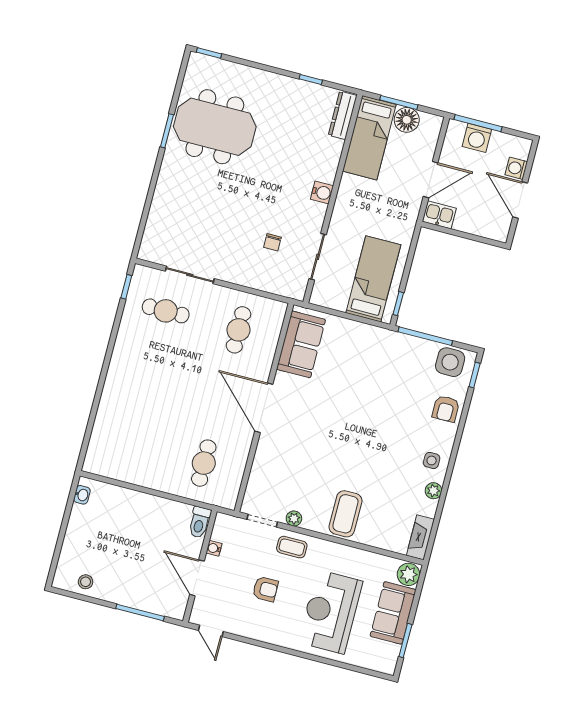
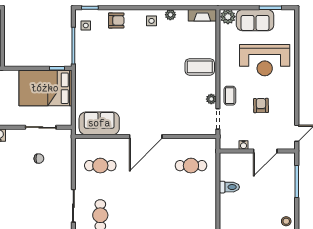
bed: (373, 279) -> (45, 88), width x1.50
side table: (450, 362) -> (86, 25), width x0.54, depth x0.54
toilet: (199, 522) -> (229, 187), moved

